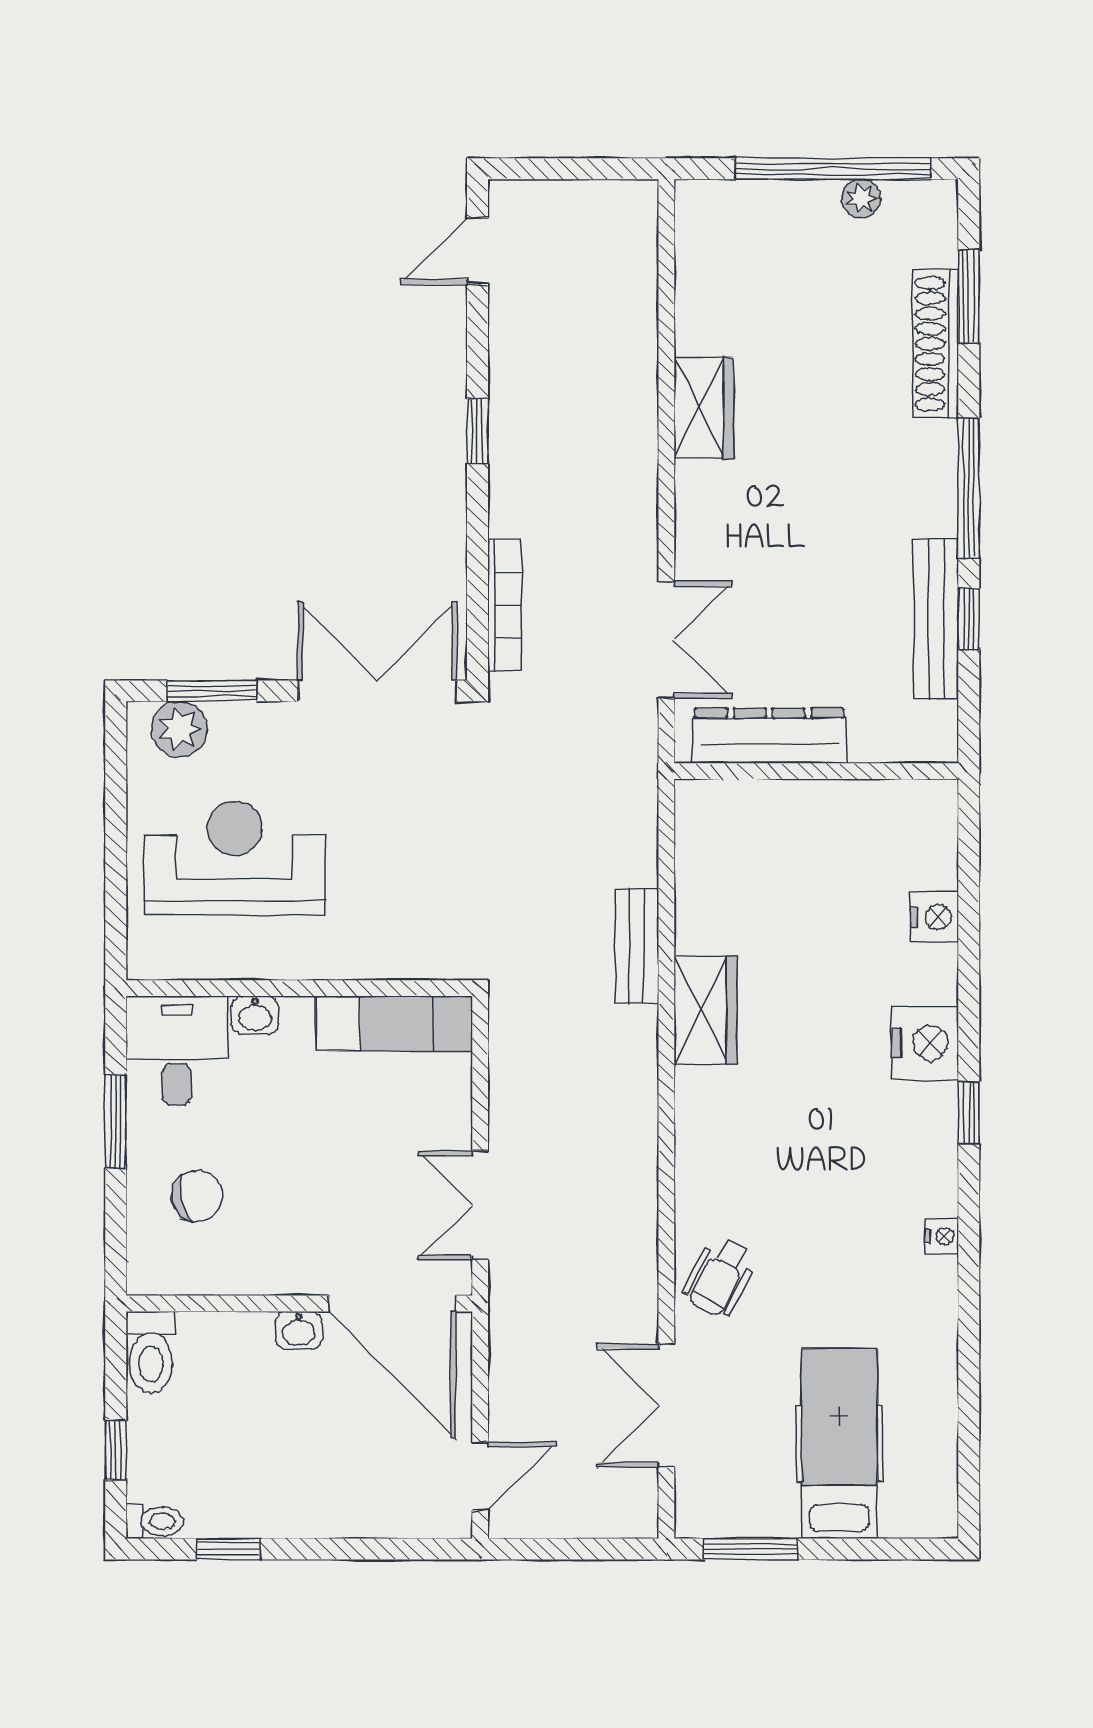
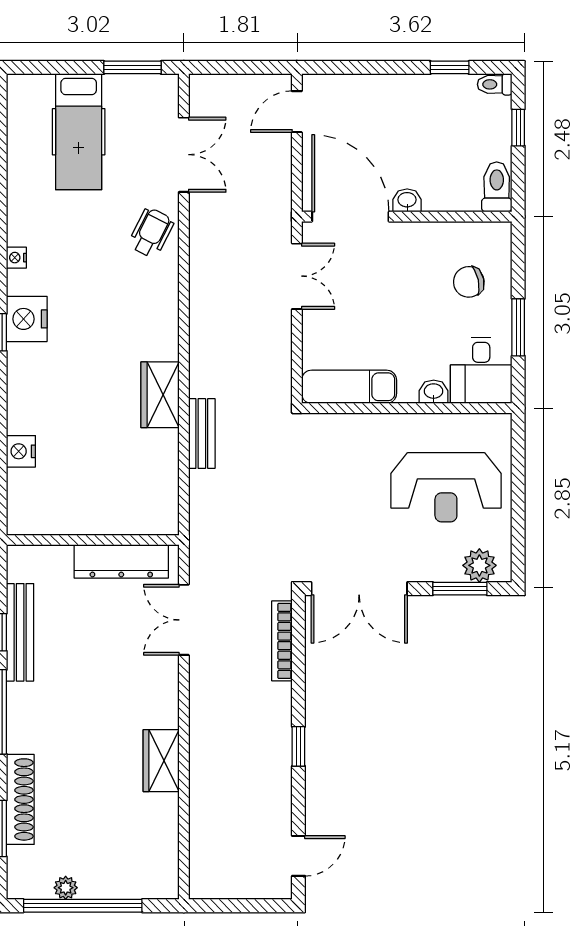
nightstand: (925, 1043) -> (27, 319), moved

